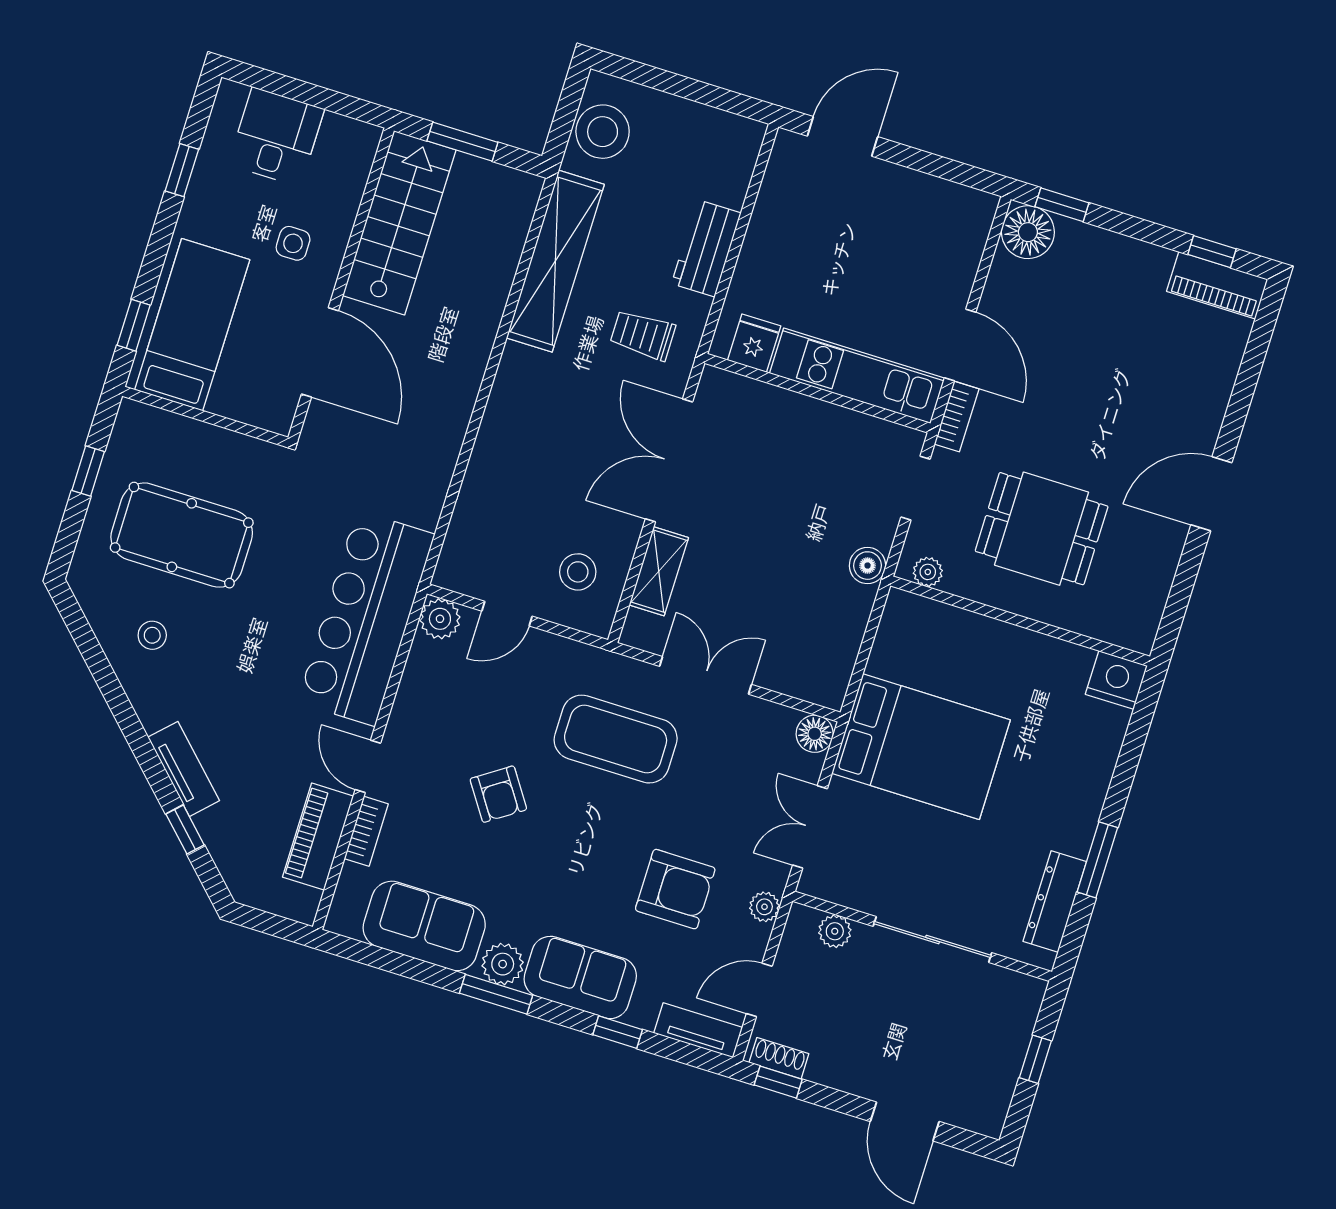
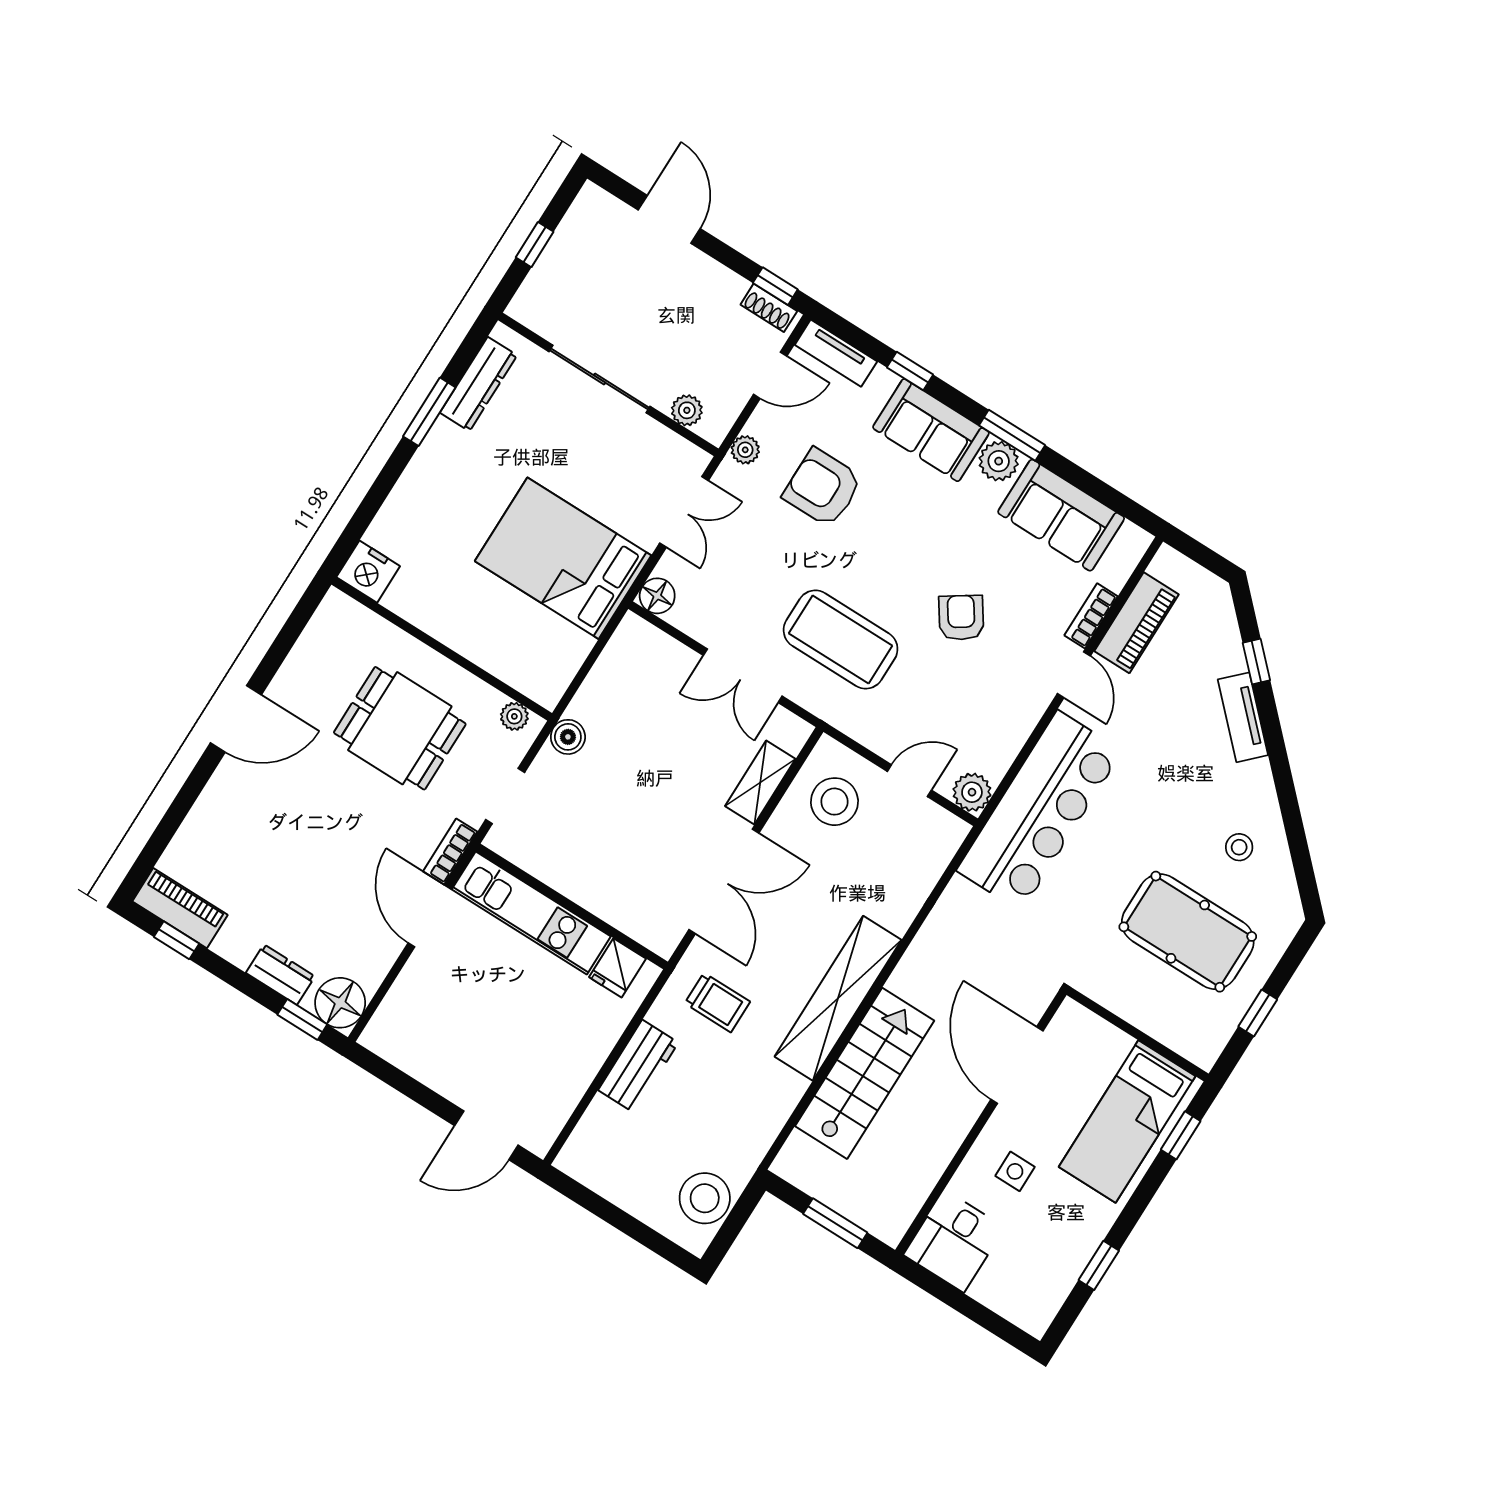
desk: (276, 137) -> (954, 1241), moved
stairs: (399, 223) -> (865, 1073), moved, turned 180
dresser: (1097, 245) -> (280, 975), added
shelving: (555, 261) -> (838, 998), moved
stool: (578, 572) -> (834, 802), width x1.38, depth x1.38

